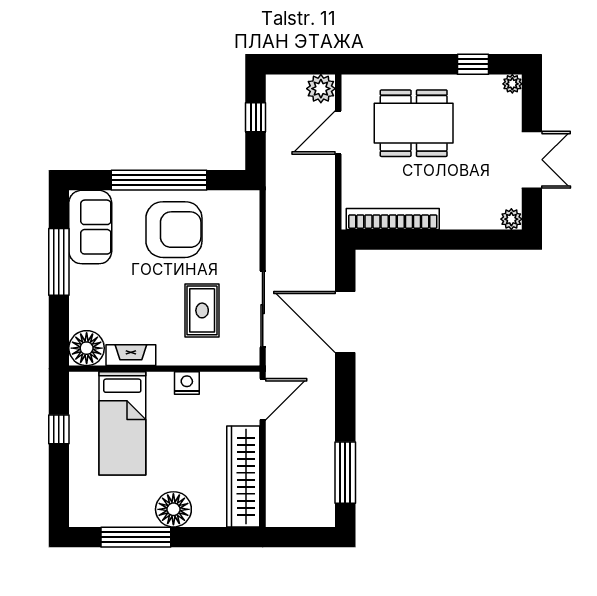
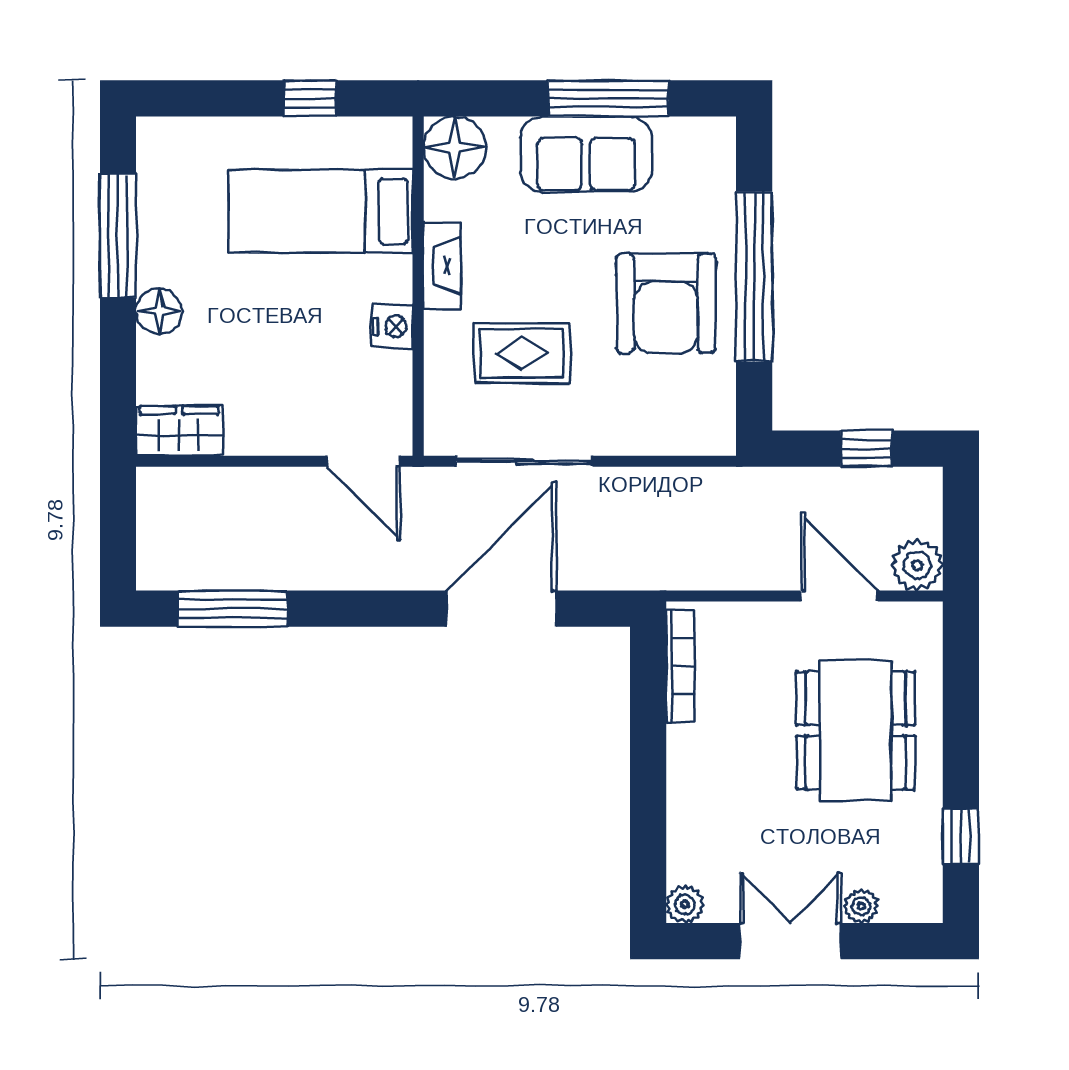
plant: (512, 84) -> (861, 906), moved
double door: (532, 160) -> (791, 941), swing flipped
bookcase: (393, 219) -> (680, 666), width x0.68, depth x0.76
sofa: (90, 227) -> (586, 154), moved
fireplace: (131, 355) -> (442, 265), moved
wardrobe: (243, 476) -> (179, 431), width x0.48, depth x0.85
floor lamp: (173, 509) -> (159, 311), width x0.73, depth x0.73

